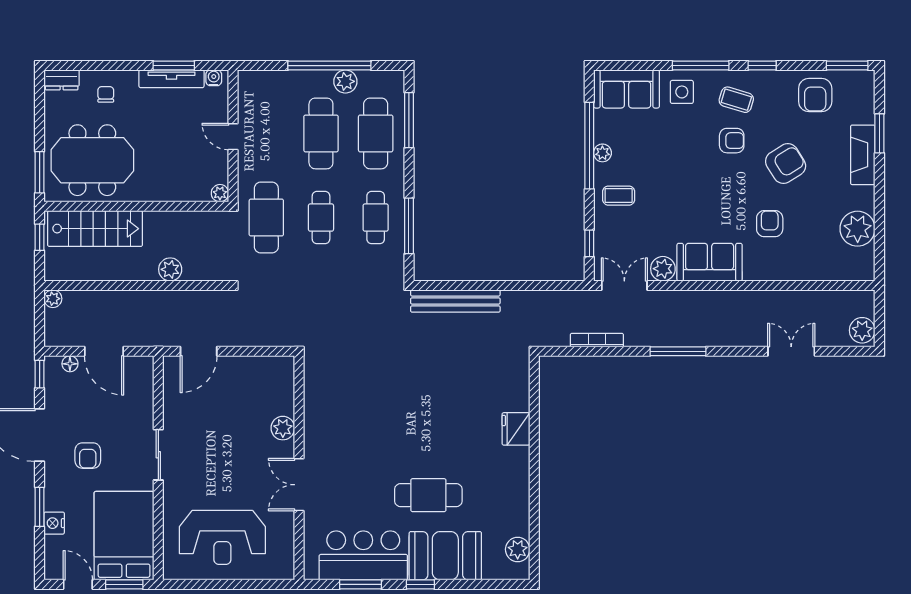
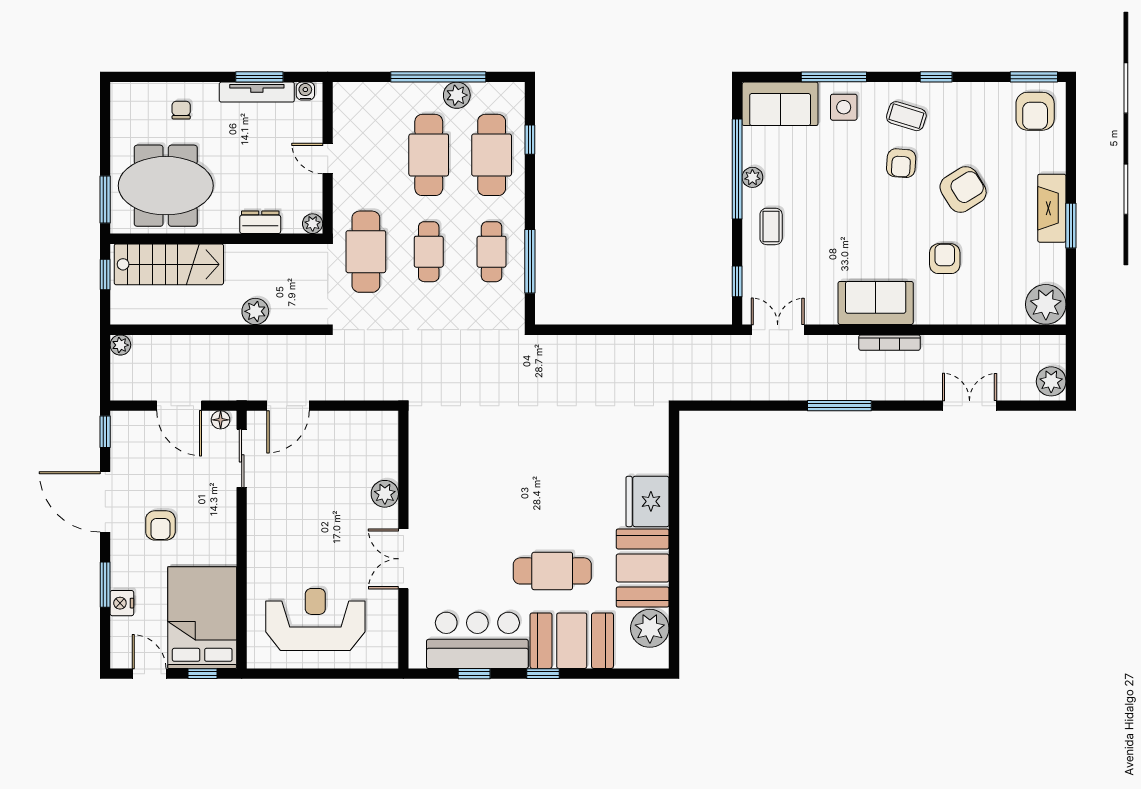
window: (701, 66) -> (834, 77), moved
dresser: (62, 80) -> (260, 222), moved, turned 180
armchair: (815, 95) -> (1035, 111), moved
window: (409, 120) -> (530, 140), width x0.46
window: (879, 133) -> (1071, 226), moved
armchair: (732, 141) -> (901, 163), turned 94
fireplace: (863, 155) -> (1052, 208), moved
coffee table: (619, 196) -> (771, 226), turned 90
plant: (858, 229) -> (1046, 304), moved
plant: (663, 269) -> (822, 311), removed
bench: (455, 301) -> (583, 348), removed
bookcase: (597, 340) -> (890, 343), moved, turned 180
floor lamp: (70, 364) -> (221, 420), moved
fridge: (516, 429) -> (648, 501), width x1.36, depth x1.34
sliding door: (158, 455) -> (242, 458), moved
booth: (507, 493) -> (643, 568), added
reception desk: (222, 537) -> (315, 620), turned 180
plant: (518, 549) -> (650, 628), width x1.36, depth x1.36
window: (124, 584) -> (202, 674), width x0.67
window: (360, 584) -> (474, 674), width x0.67

